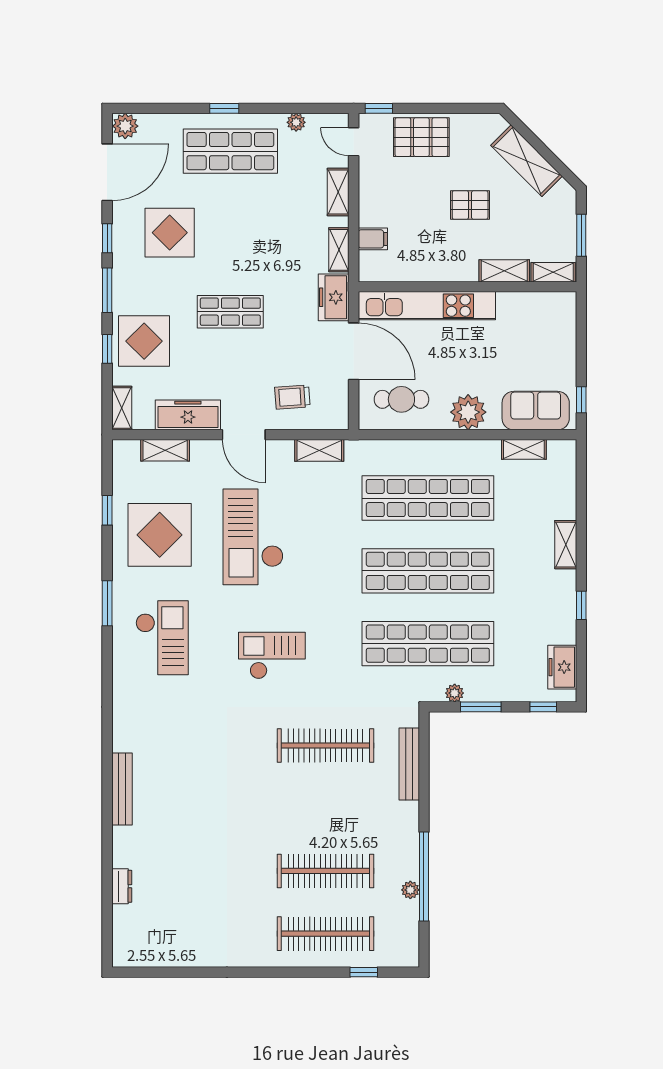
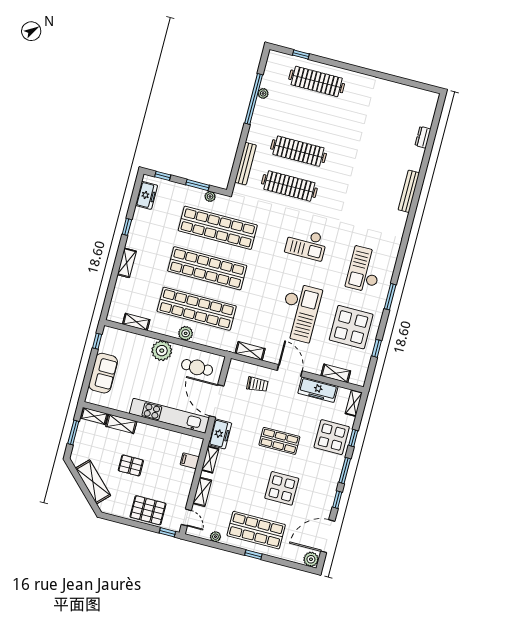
display table: (170, 233) -> (282, 488), moved
sofa: (536, 411) -> (103, 373), moved, turned -90
plant: (436, 452) -> (186, 333), added
clothes rail: (325, 871) -> (298, 151), moved

